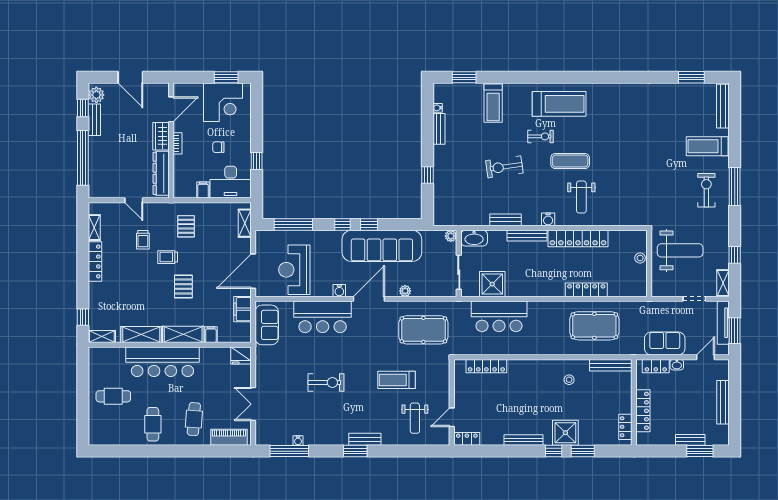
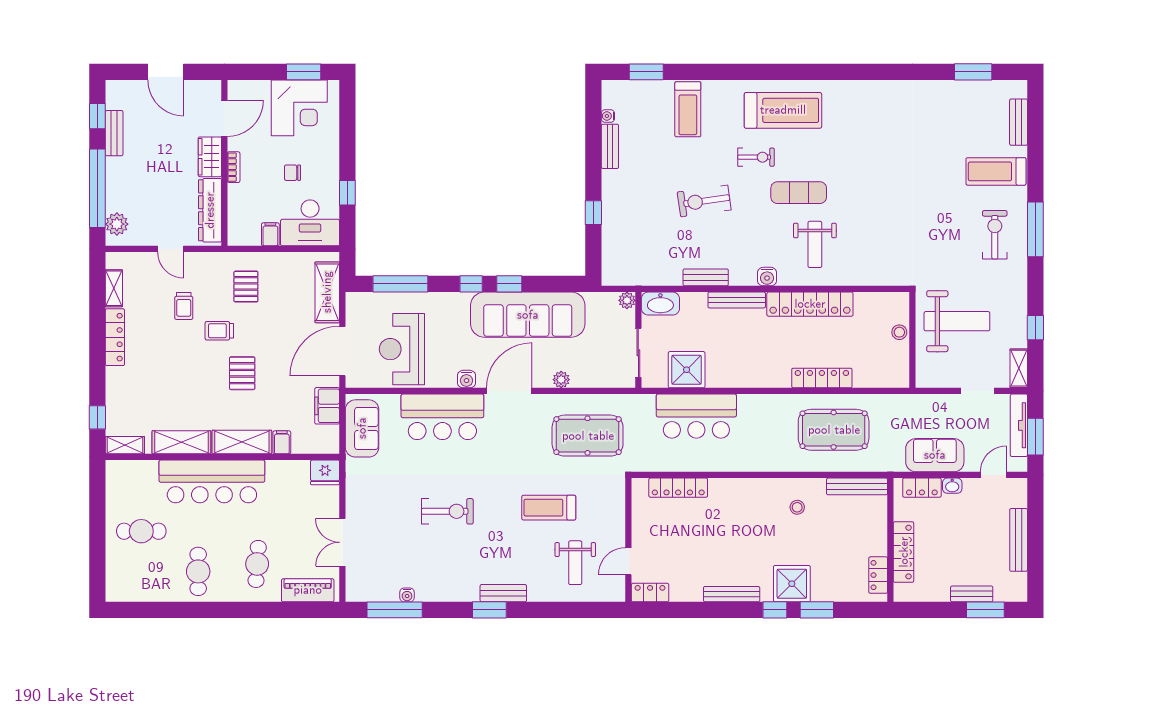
plant: (96, 95) -> (117, 224), moved
bench: (723, 106) -> (1019, 122), width x0.73
shelving: (245, 223) -> (327, 292), width x1.50, depth x1.33

